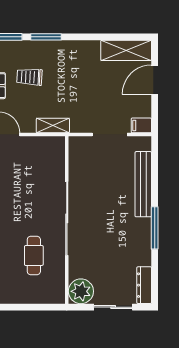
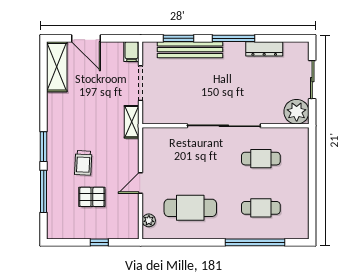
shelving: (53, 126) -> (132, 122), moved
window: (155, 173) -> (179, 38), added
dresser: (144, 285) -> (264, 49), moved

